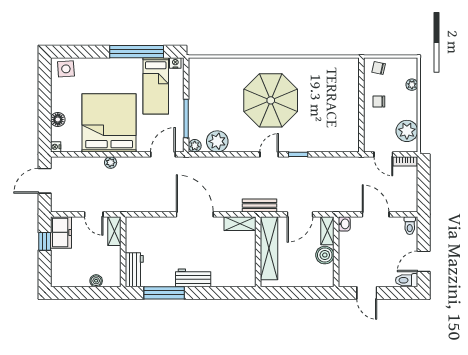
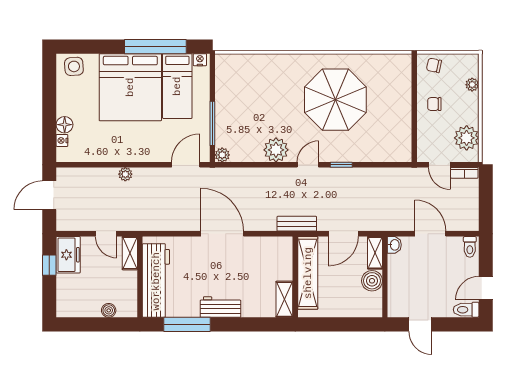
parasol: (271, 100) -> (335, 100), moved
bed: (109, 123) -> (130, 87), moved, turned 180
plant: (217, 141) -> (276, 150), moved
nightstand: (56, 147) -> (62, 140), moved
shelving: (240, 224) -> (284, 299), moved, turned 90
workbench: (134, 270) -> (156, 281), width x1.88, depth x1.32

